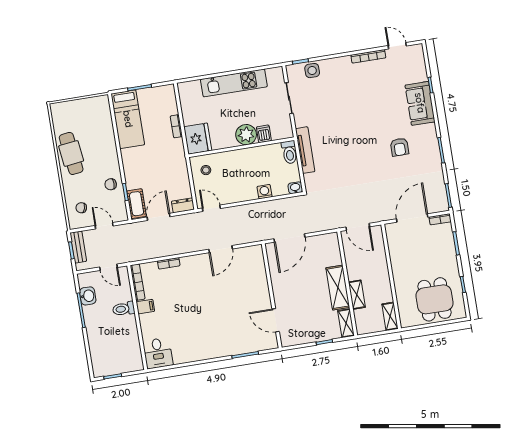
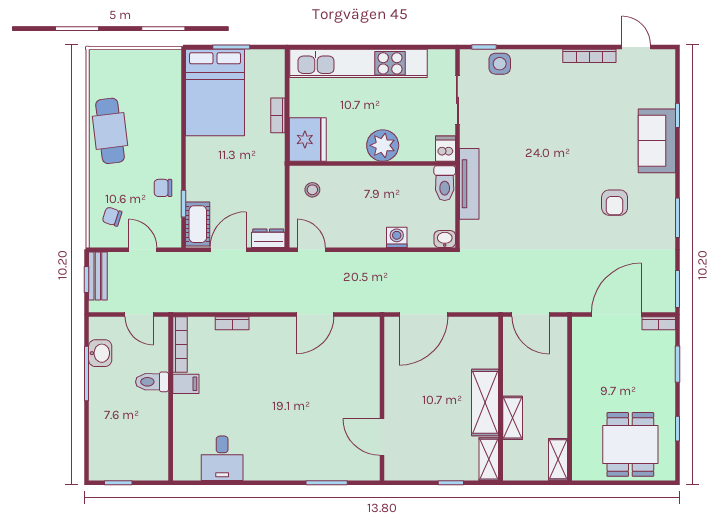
kitchen unit: (234, 83) -> (358, 63), width x1.36
bed: (128, 119) -> (215, 93), width x1.50
dishwasher: (264, 134) -> (445, 149), moved
desk: (158, 353) -> (222, 458), moved

